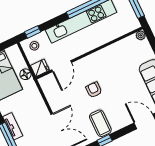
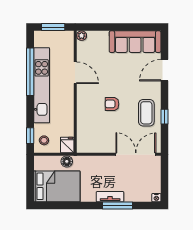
door: (62, 66) -> (75, 73), moved
coffee table: (100, 123) -> (146, 113), turned 90

